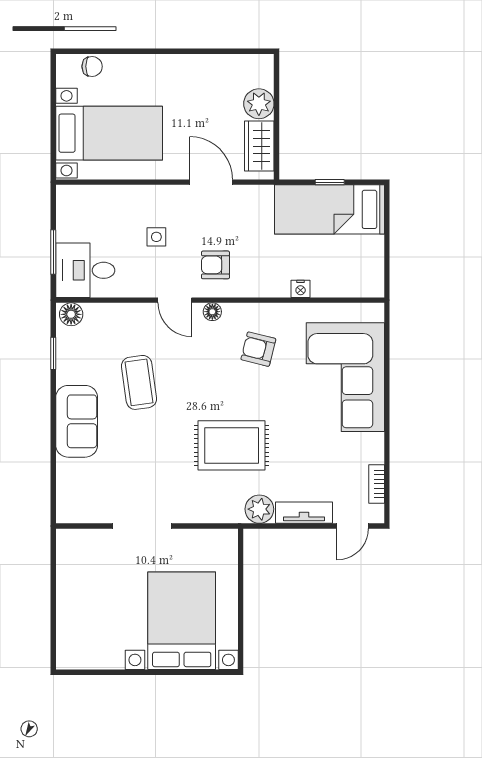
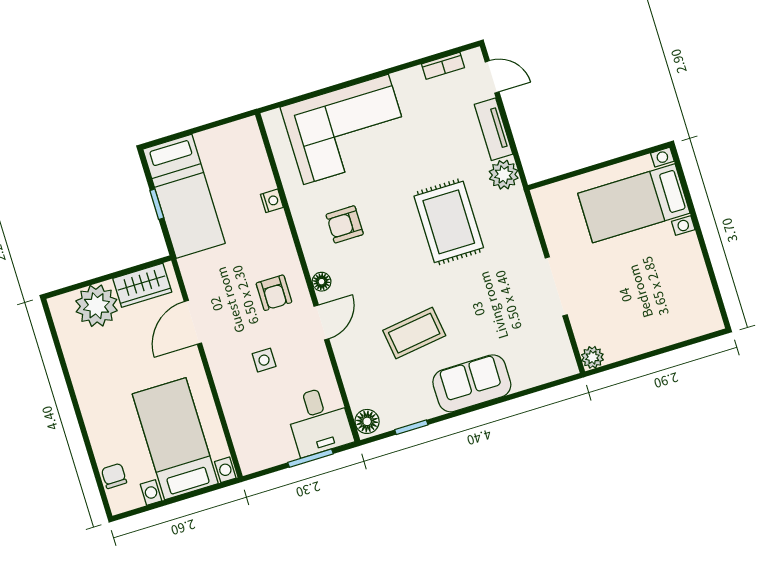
plant: (259, 104) -> (97, 306), width x1.36, depth x1.36
armchair: (258, 349) -> (345, 224), turned 76
plant: (67, 539) -> (592, 357), added
bed with nightstands: (182, 621) -> (634, 203), width x0.73

